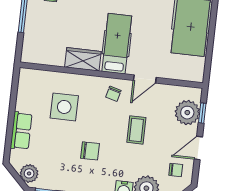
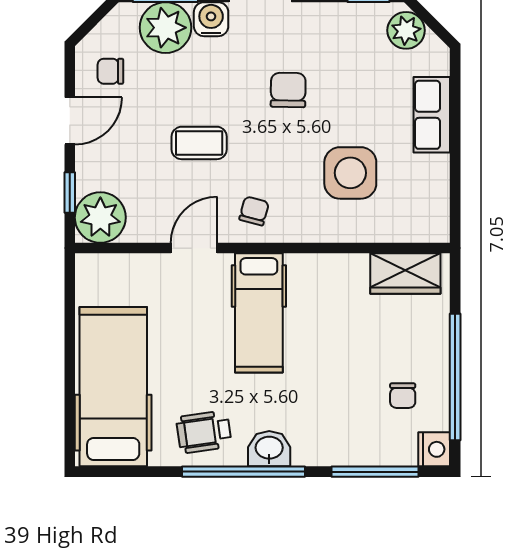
wardrobe: (83, 59) -> (405, 273), moved
plant: (187, 113) -> (100, 217), moved
coffee table: (136, 130) -> (199, 143), turned 90
chair: (90, 151) -> (288, 90), turned 91

